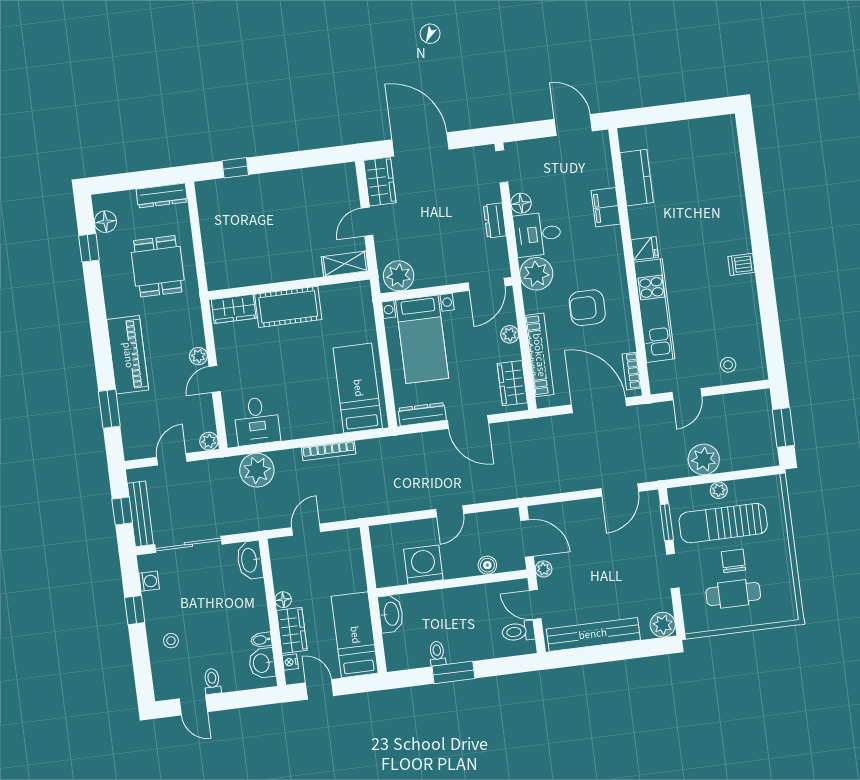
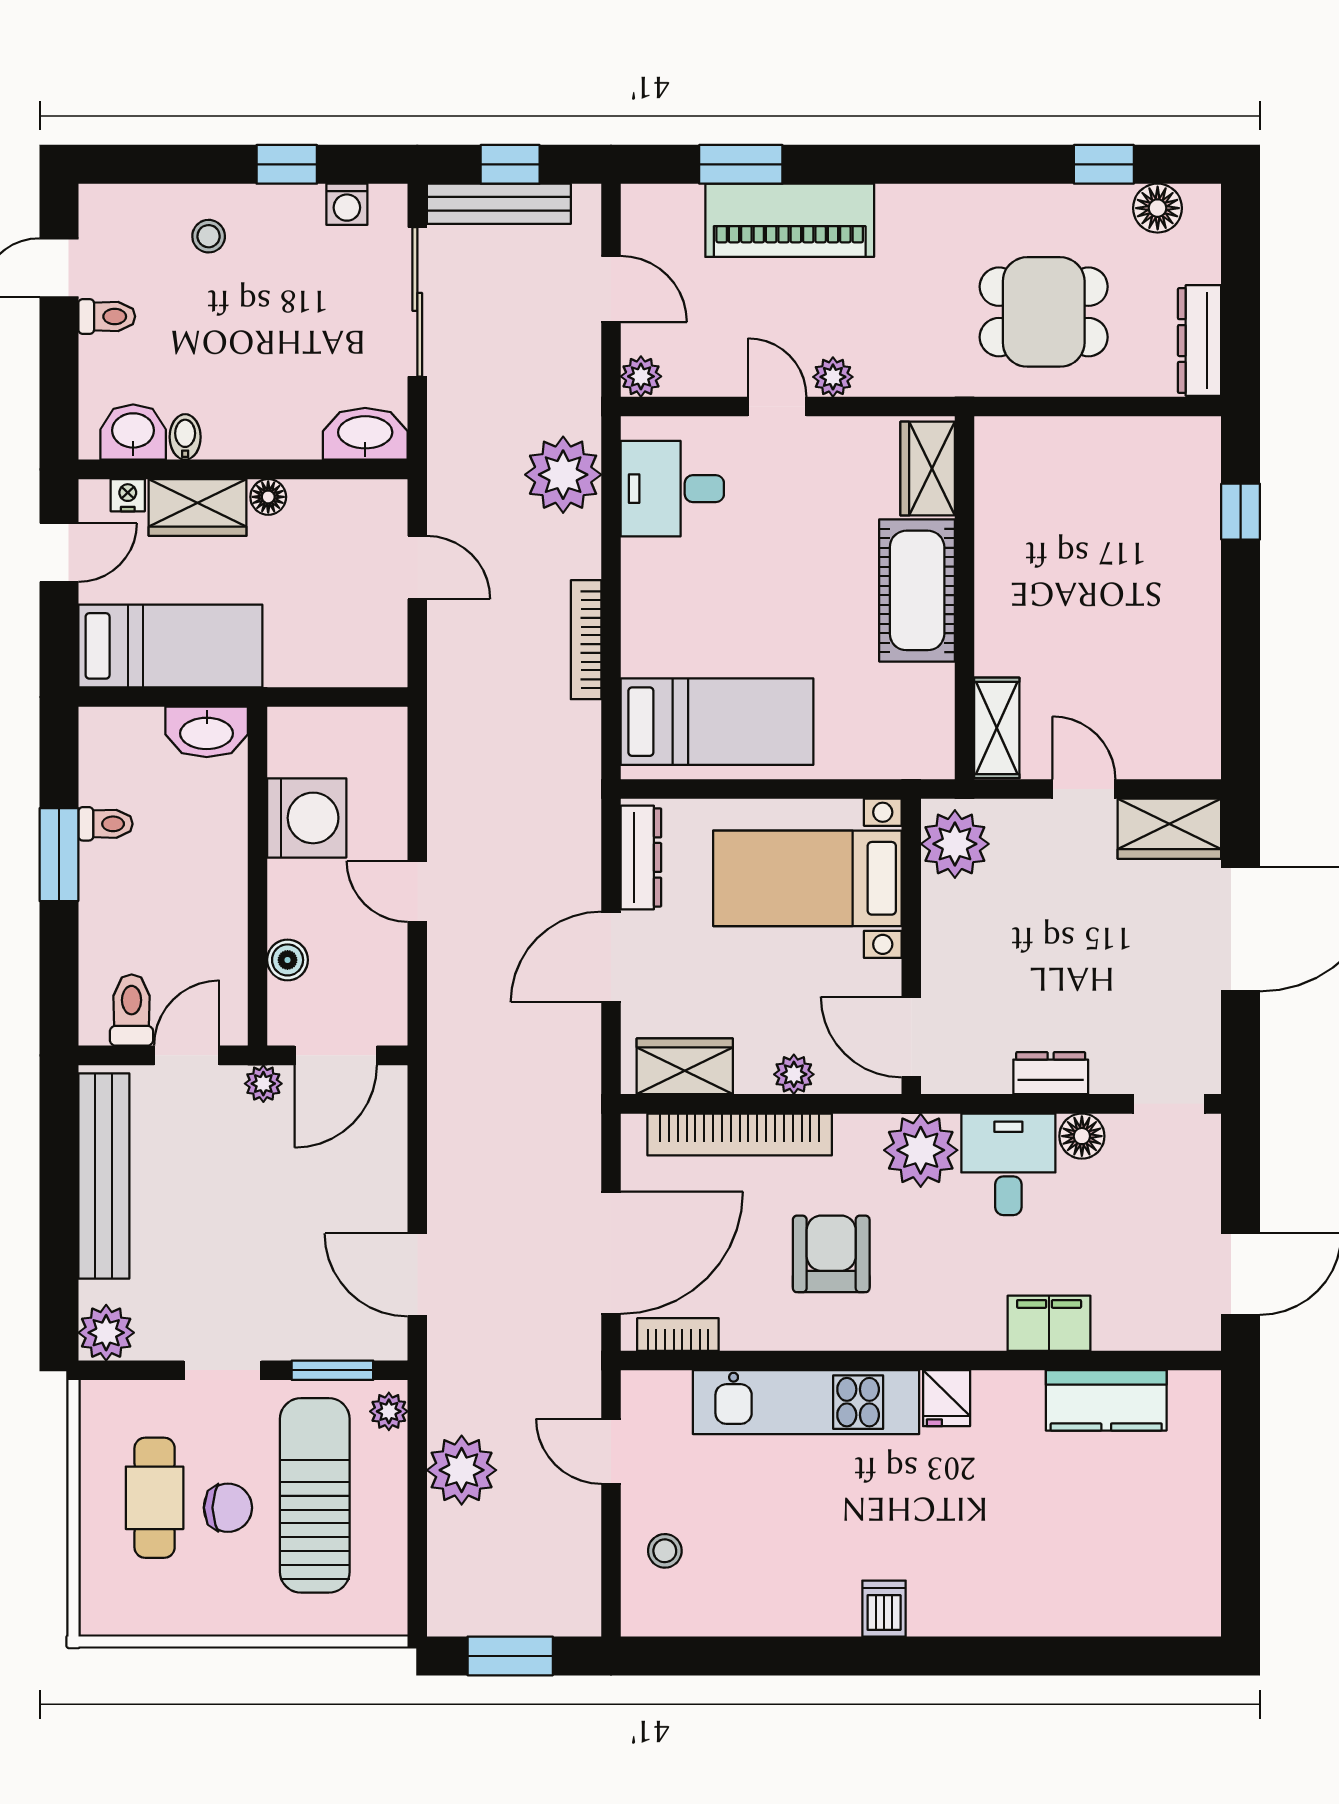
piano: (128, 355) -> (790, 220), moved
plant: (719, 490) -> (389, 1411), moved

